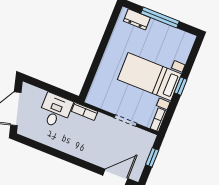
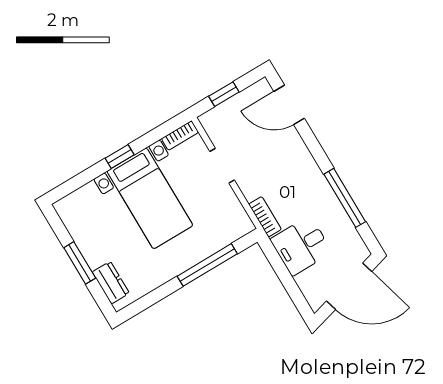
window: (160, 17) -> (80, 263), width x0.69
window: (95, 65) -> (207, 265), added
window: (52, 151) -> (345, 198), added

